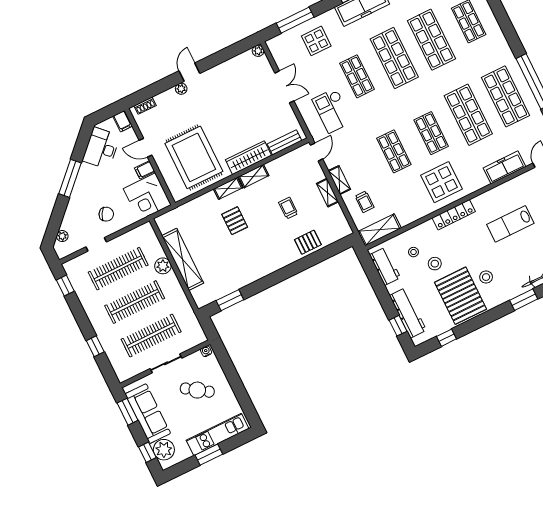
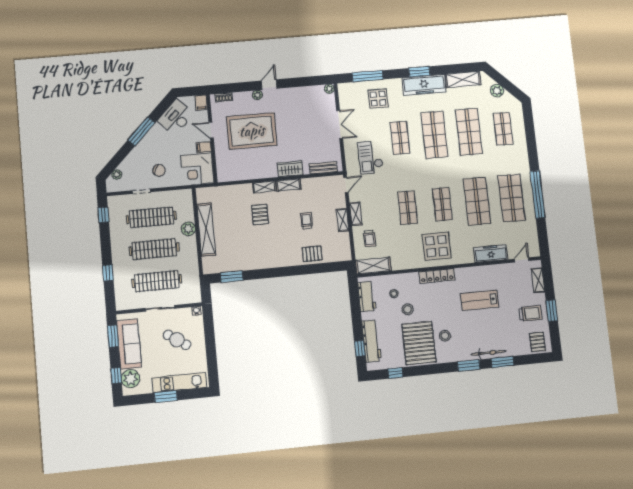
rug: (194, 157) -> (252, 131), moved, turned 90
wardrobe: (248, 158) -> (290, 169), width x0.67

